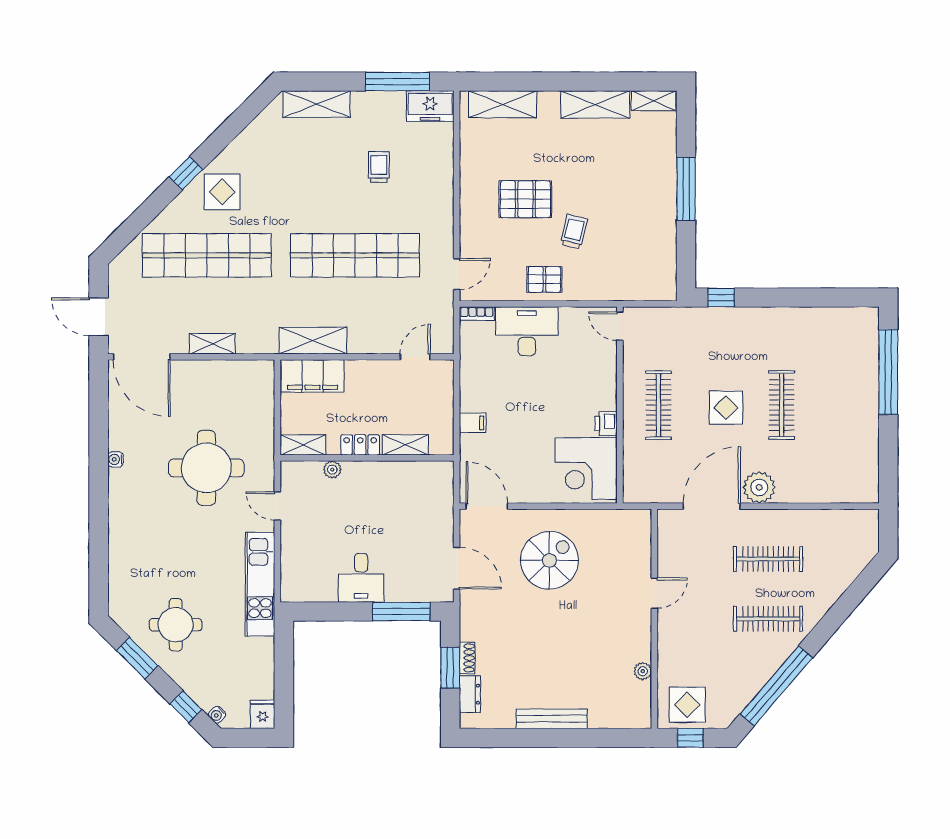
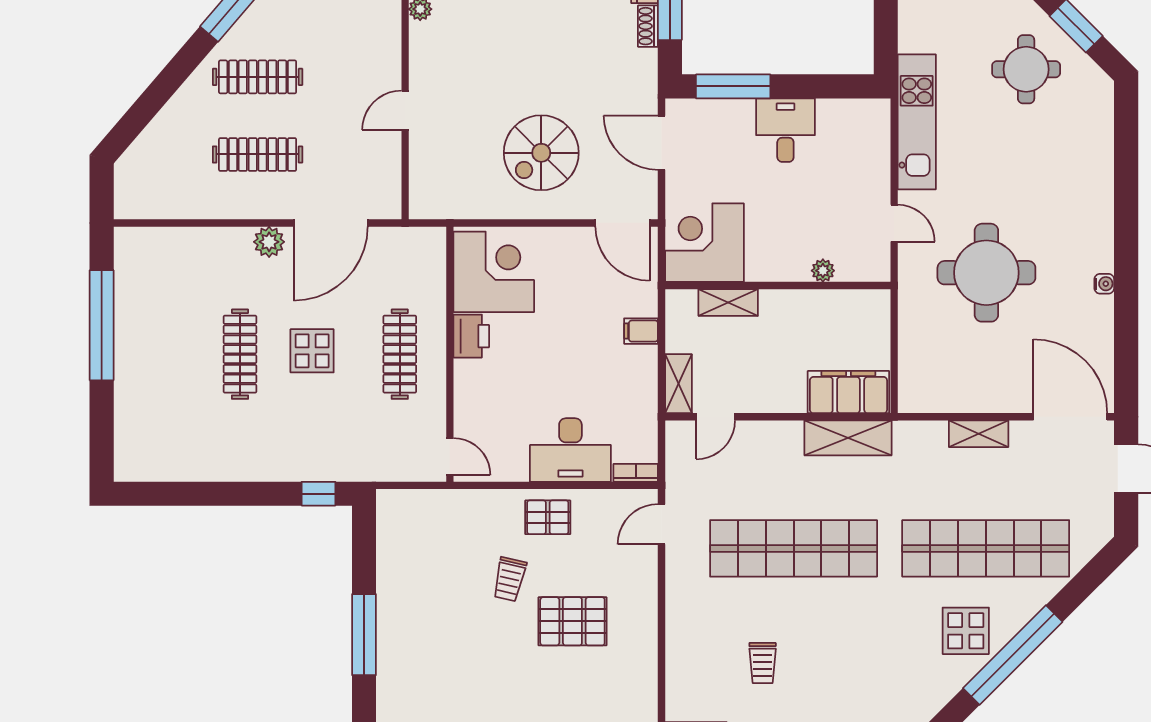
window: (186, 173) -> (1013, 655), width x3.17
window: (888, 372) -> (102, 325), moved
printer: (606, 423) -> (471, 336), width x1.36, depth x1.24
shelving: (303, 445) -> (678, 384), moved, turned 90
locker: (360, 445) -> (787, 302), removed
plant: (759, 487) -> (269, 242), width x0.73, depth x0.73
corner desk: (424, 491) -> (704, 243), added

